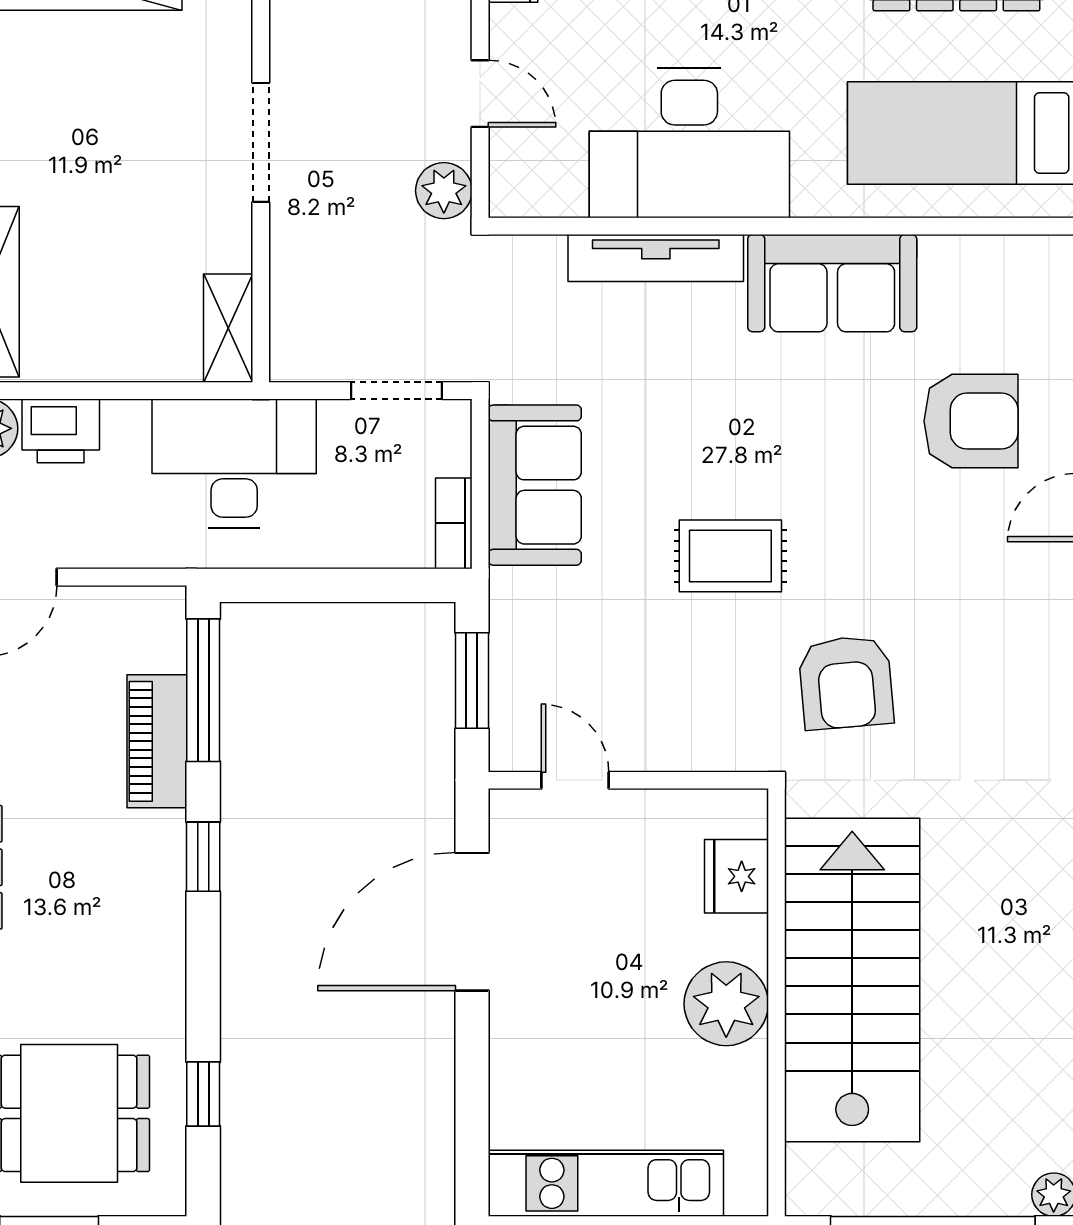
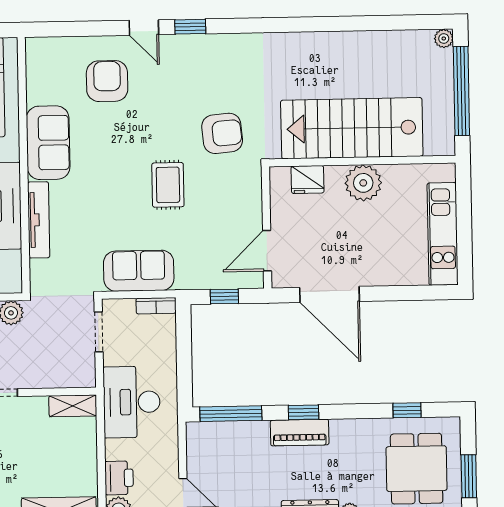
window: (472, 680) -> (224, 296), width x0.67
piano: (157, 741) -> (300, 433), moved
door: (575, 780) -> (267, 251), width x1.38

